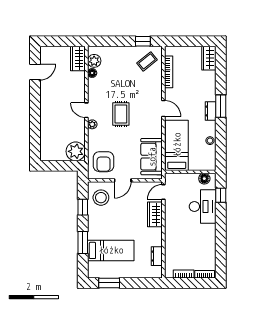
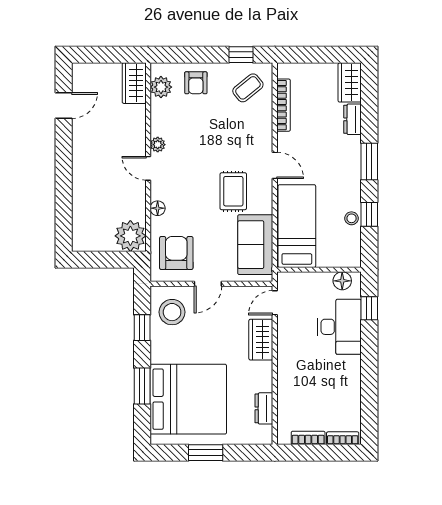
armchair: (115, 58) -> (196, 83), added
floor lamp: (92, 73) -> (158, 208), moved
dresser: (211, 111) -> (353, 119), moved
rug: (121, 114) -> (233, 191), moved
plant: (92, 124) -> (158, 145), moved
window: (221, 138) -> (369, 214), added
armchair: (104, 162) -> (176, 253), turned 180
bed: (111, 250) -> (188, 399), width x2.04
window: (109, 283) -> (206, 453), moved

